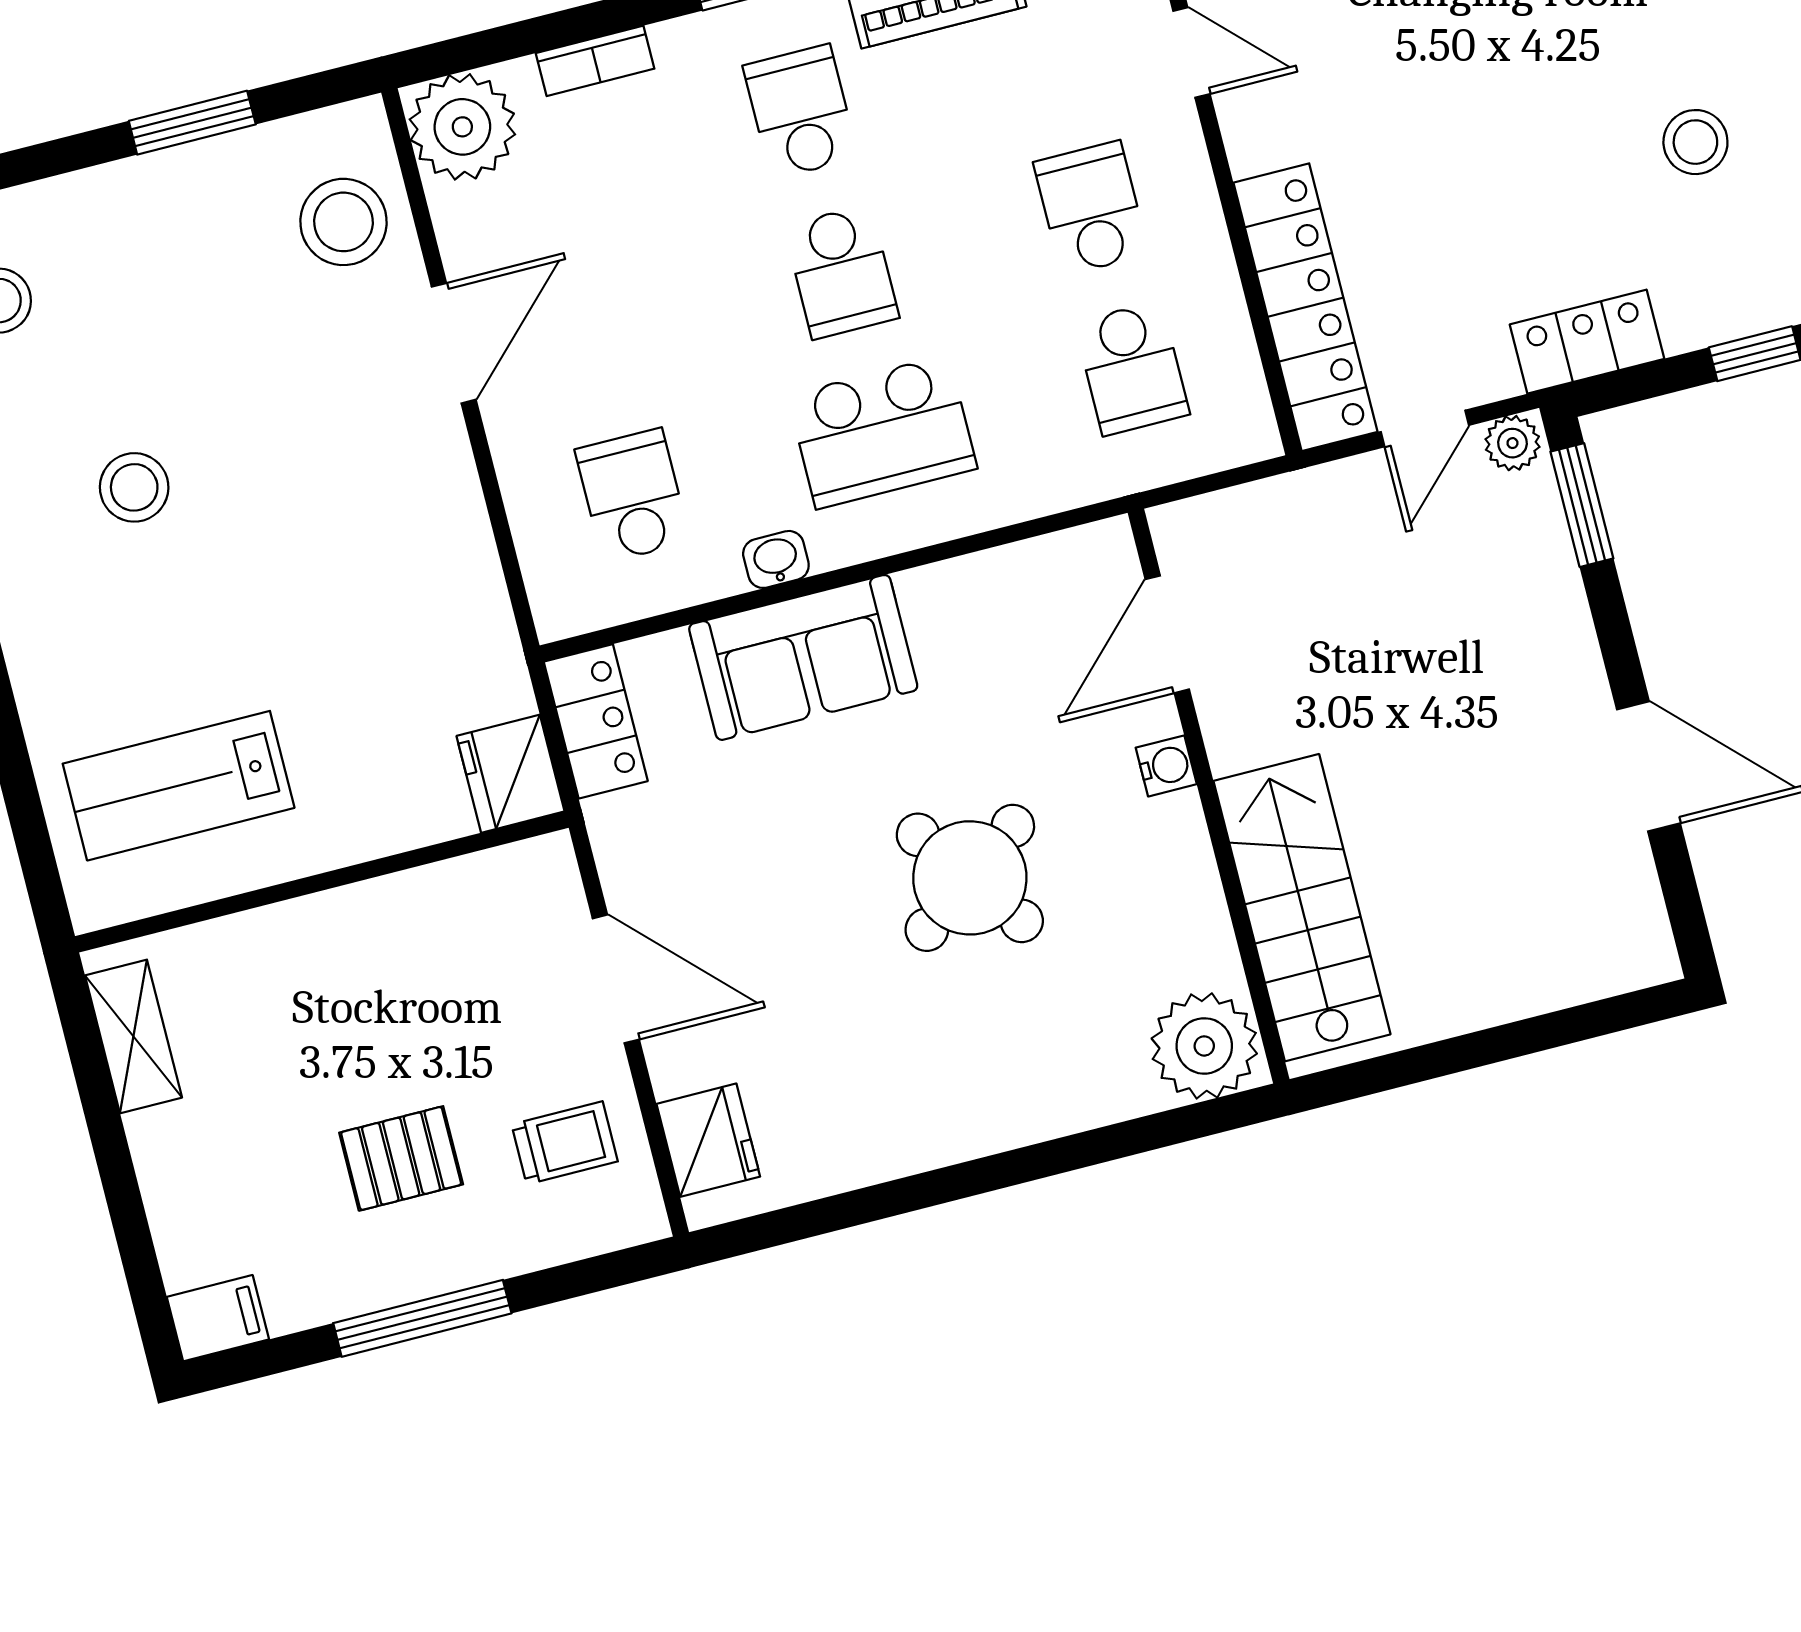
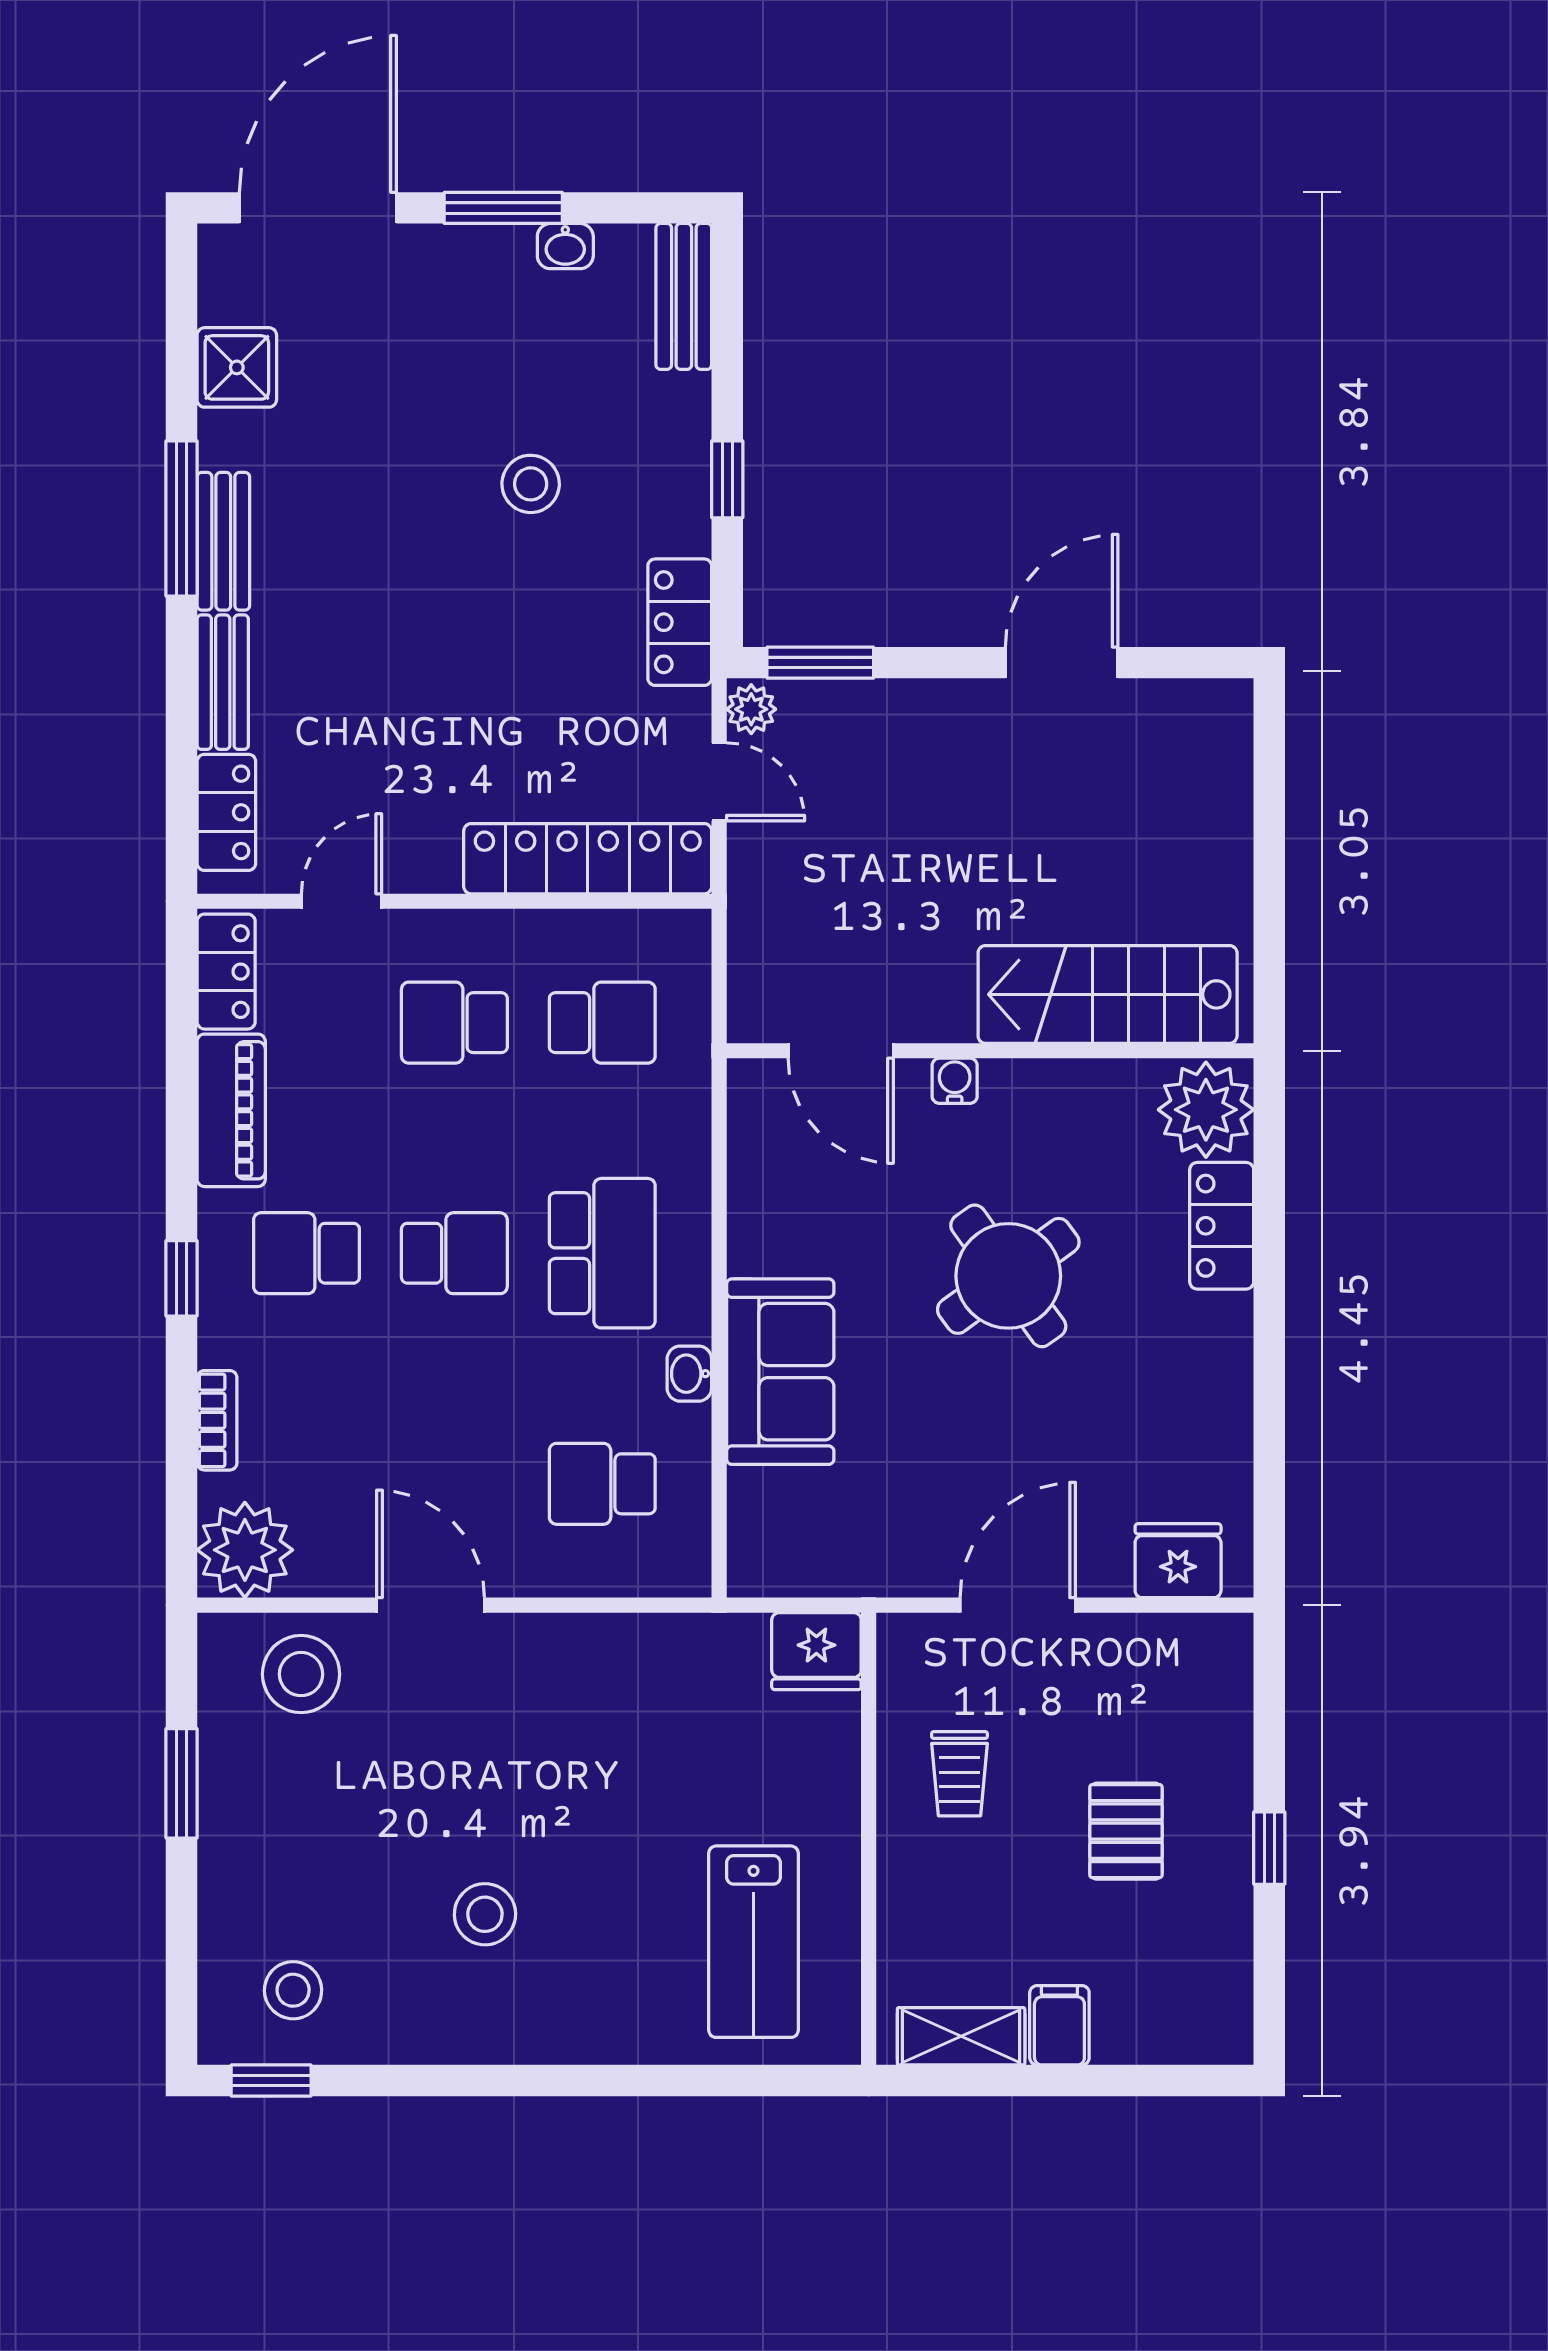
locker: (596, 721) -> (1222, 1226), moved, turned -90
trolley: (565, 1143) -> (959, 1774), moved, turned 180
filing cabinet: (218, 1318) -> (1059, 2025), moved
window: (422, 1318) -> (1269, 1848), width x0.46

